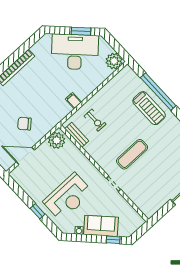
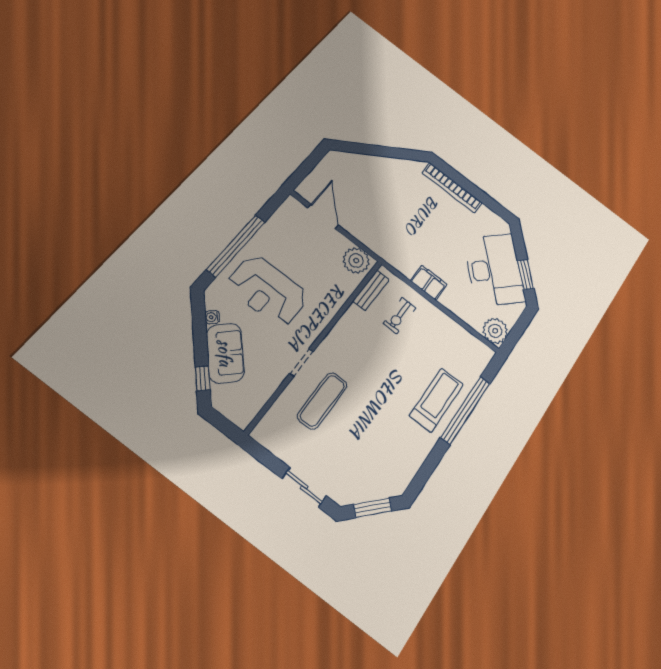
filing cabinet: (73, 101) -> (429, 283), width x2.00
treadmill: (149, 108) -> (436, 400), turned 180
chair: (24, 124) -> (373, 210), removed
exercise mat: (132, 154) -> (322, 401), moved, turned 90
window: (38, 211) -> (236, 246), width x3.17

